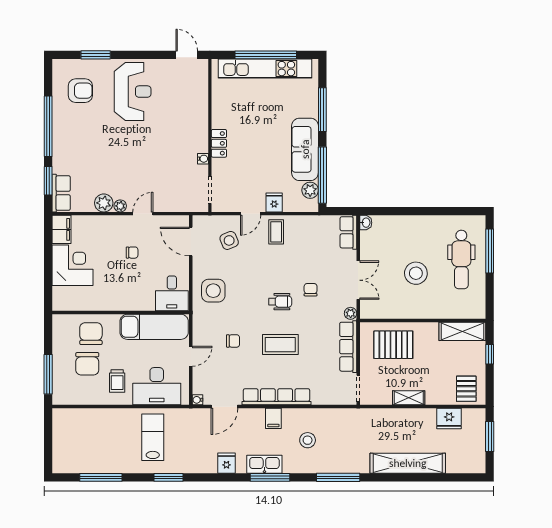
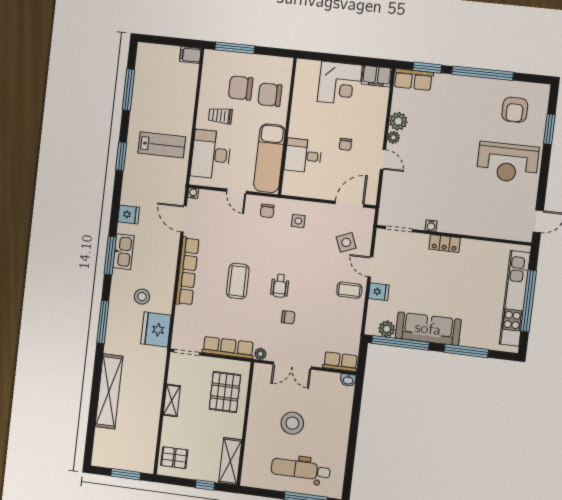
side table: (213, 291) -> (298, 221), width x0.54, depth x0.54
desk: (172, 293) -> (303, 156), moved
chair: (91, 334) -> (270, 95), turned 180
chair: (233, 341) -> (267, 211), moved
filing cabinet: (273, 418) -> (190, 55), moved
fridge: (449, 419) -> (156, 329), moved, width x1.36, depth x1.34

